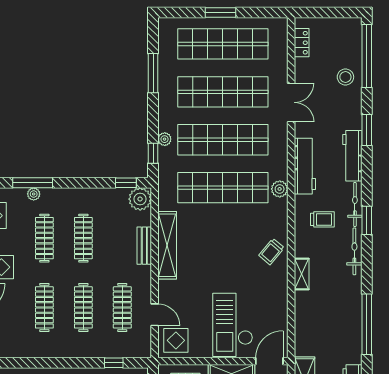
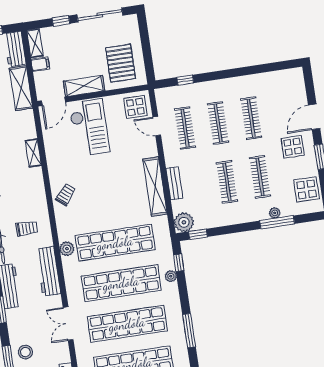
trolley: (322, 219) -> (27, 228), turned 180
shelving: (302, 274) -> (33, 153), moved

